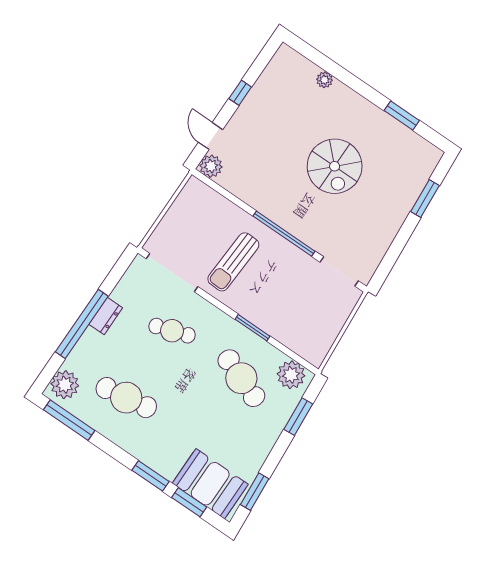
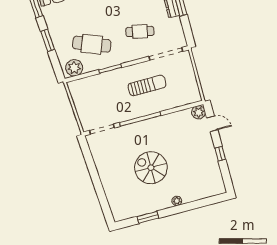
plant: (325, 80) -> (177, 201), moved
window: (425, 199) -> (101, 196), removed
sun lounger: (233, 262) -> (147, 85), turned 87
cafe table: (172, 331) -> (140, 31), turned 30
window: (298, 417) -> (48, 40), moved

